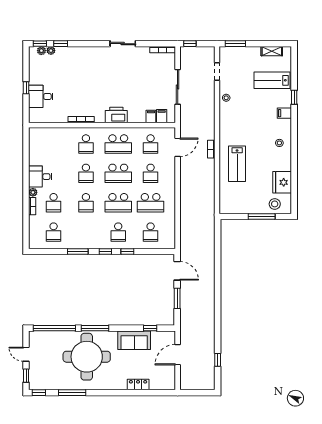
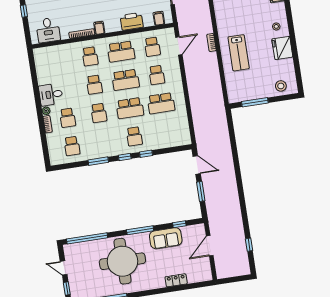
desk: (41, 96) -> (48, 30), moved, turned -90
printer: (116, 115) -> (132, 21), moved
filing cabinet: (151, 117) -> (99, 28), moved
fridge: (282, 182) -> (282, 48), moved
window: (262, 216) -> (255, 102), moved
school desk: (151, 232) -> (165, 132), removed
window: (95, 328) -> (140, 230), moved

